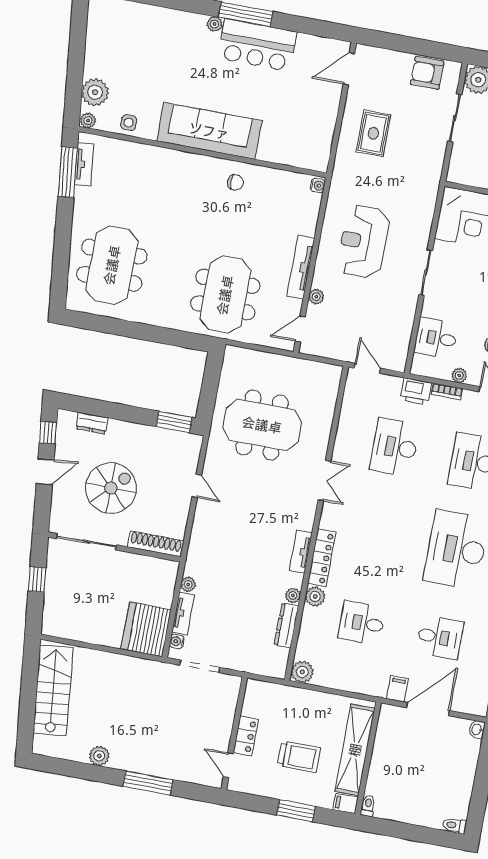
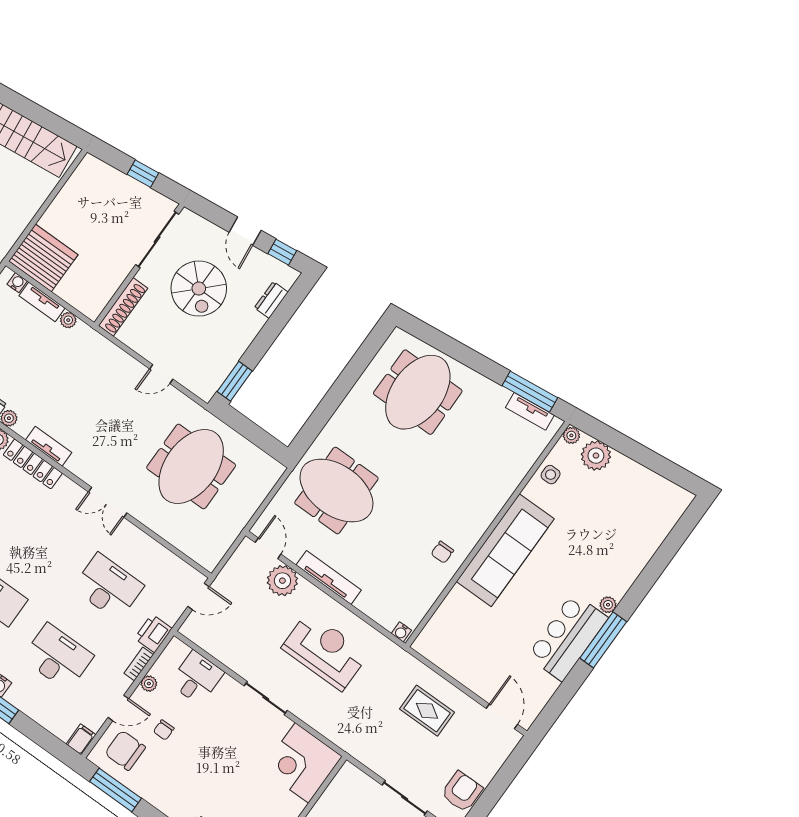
meeting table: (112, 265) -> (418, 392), turned 90
plant: (316, 297) -> (282, 581), width x1.88, depth x1.88

